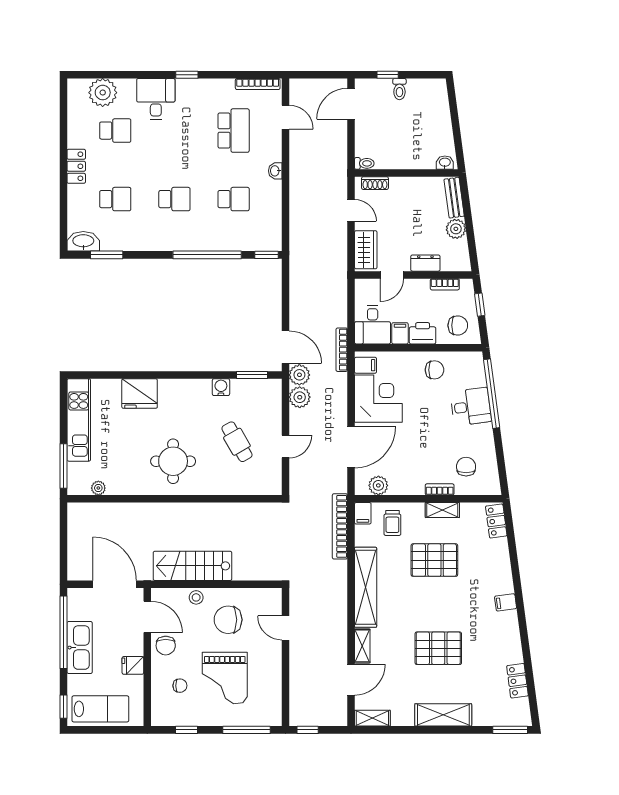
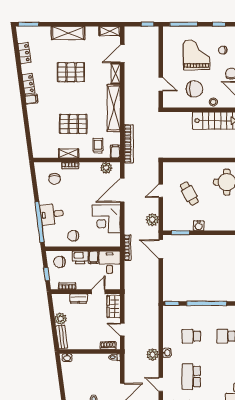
filing cabinet: (365, 365) -> (114, 239), removed
plant: (299, 375) -> (153, 354), moved
locker: (496, 521) -> (28, 84), moved

